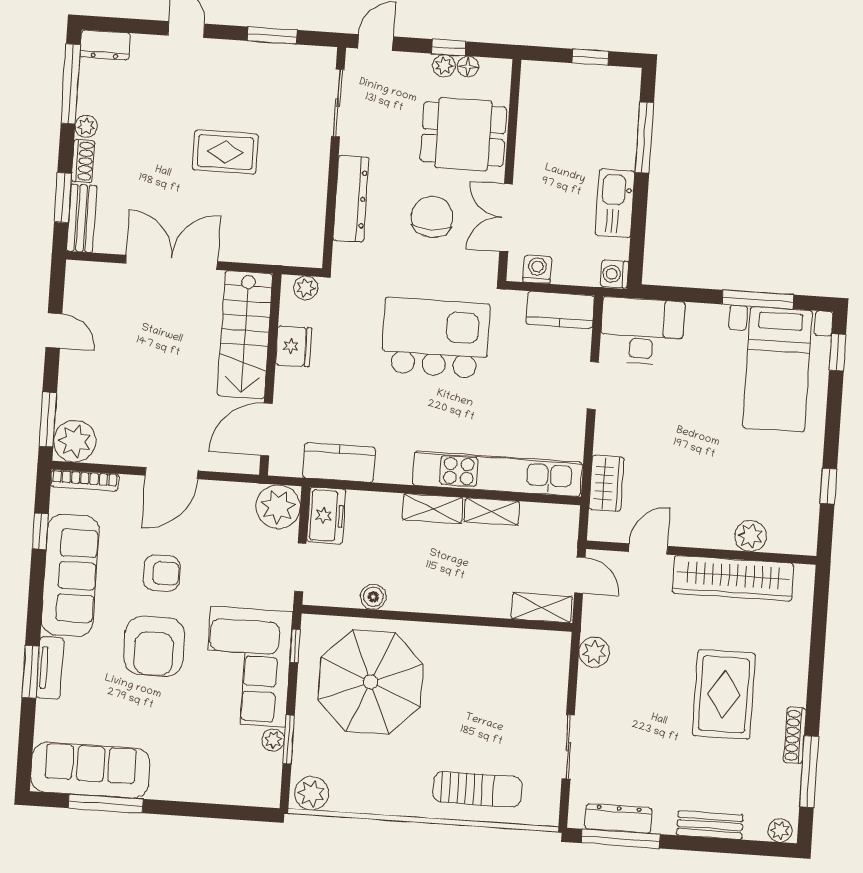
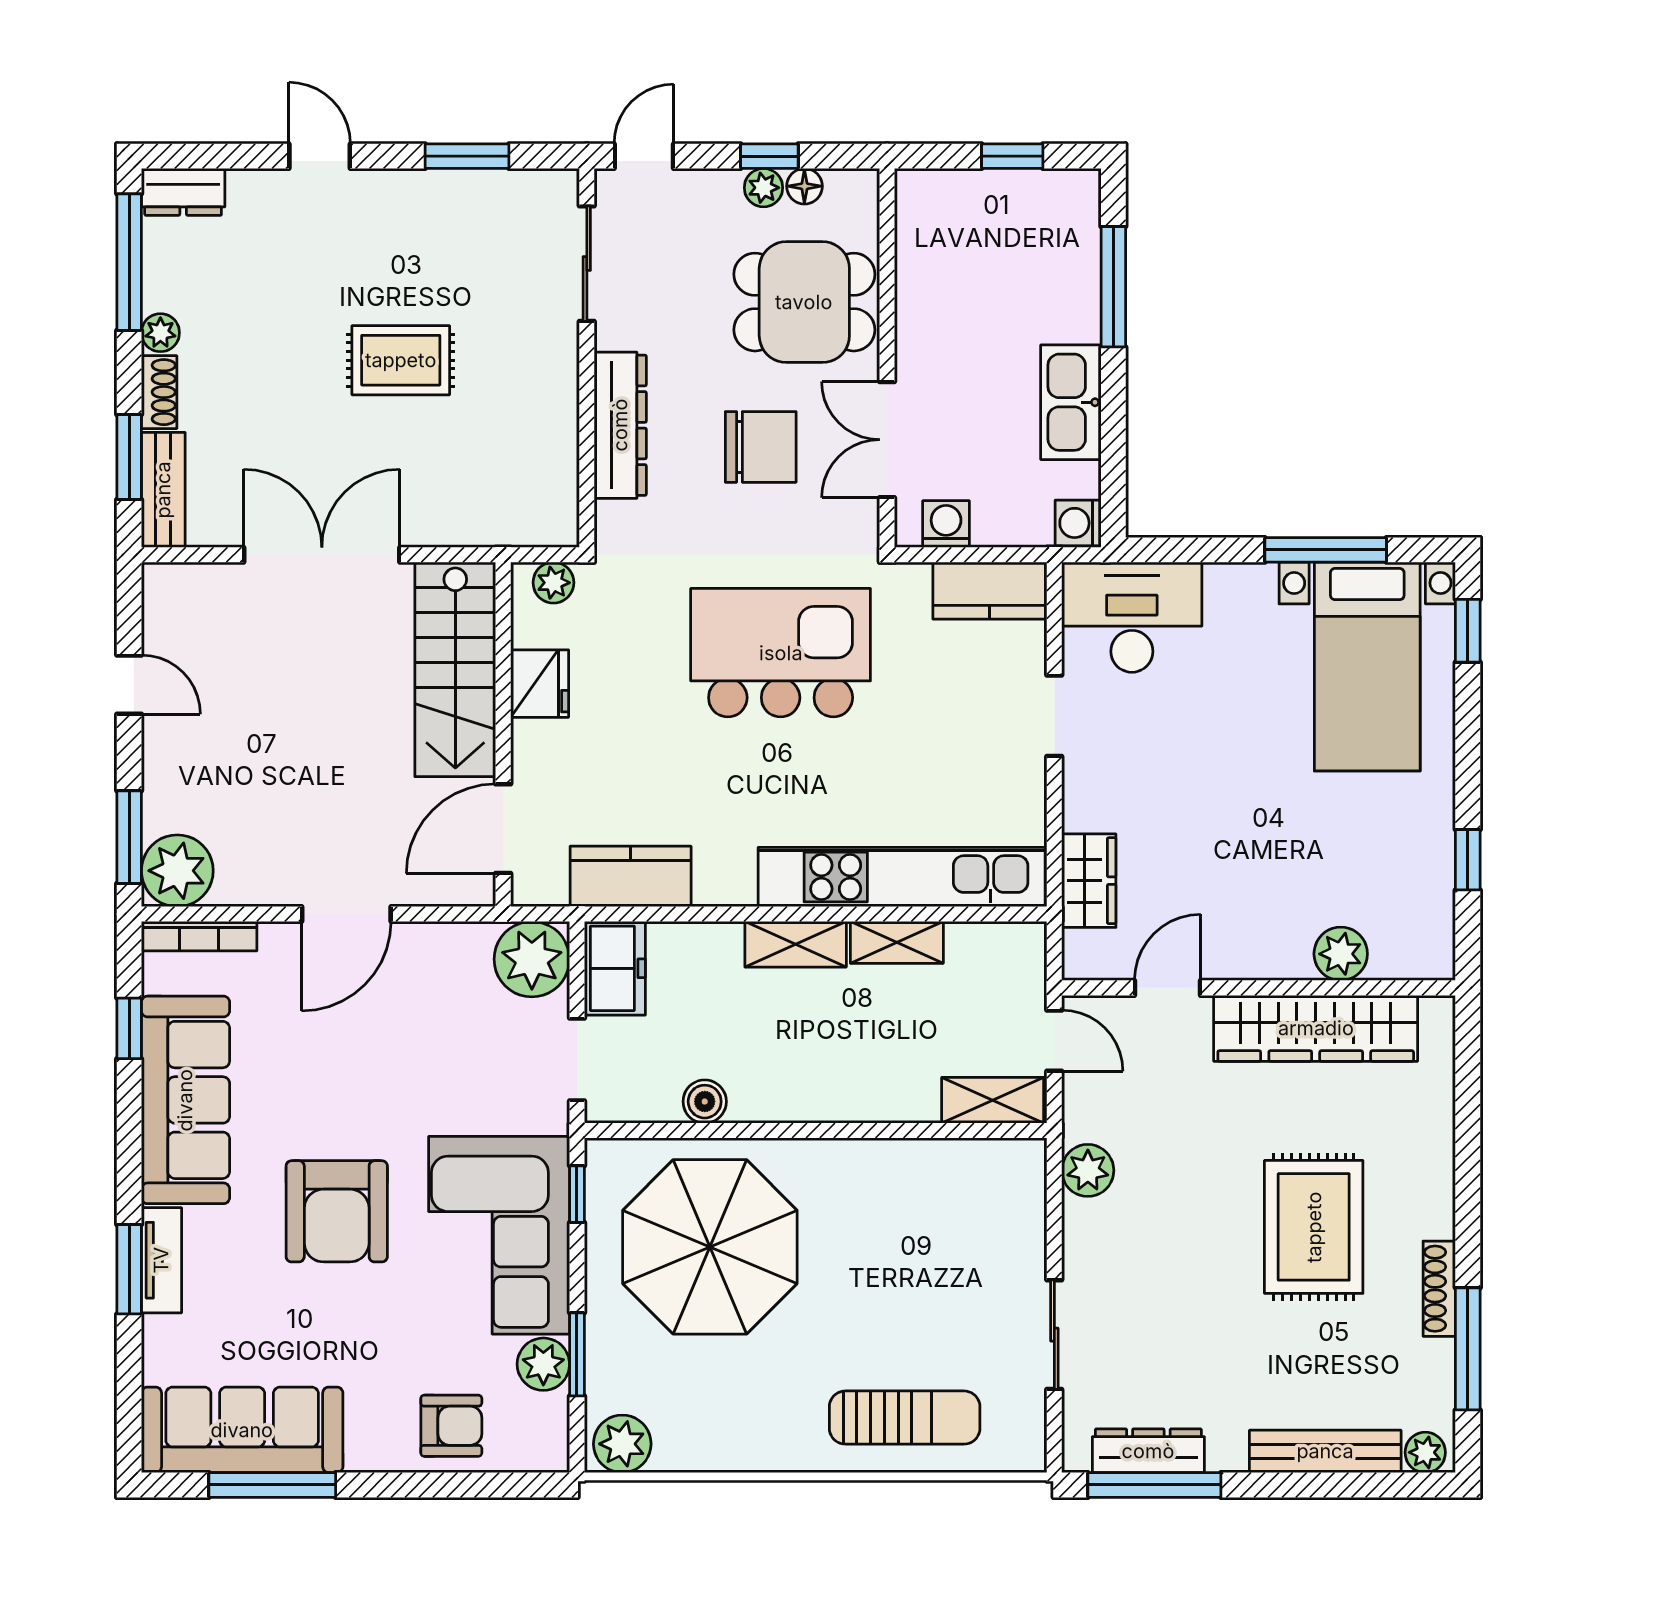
chair: (432, 217) -> (761, 447), turned 90
armchair: (162, 573) -> (451, 1426), moved
plant: (273, 740) -> (543, 1364), width x1.38, depth x1.38
bench: (710, 825) -> (1325, 1451), width x1.36

